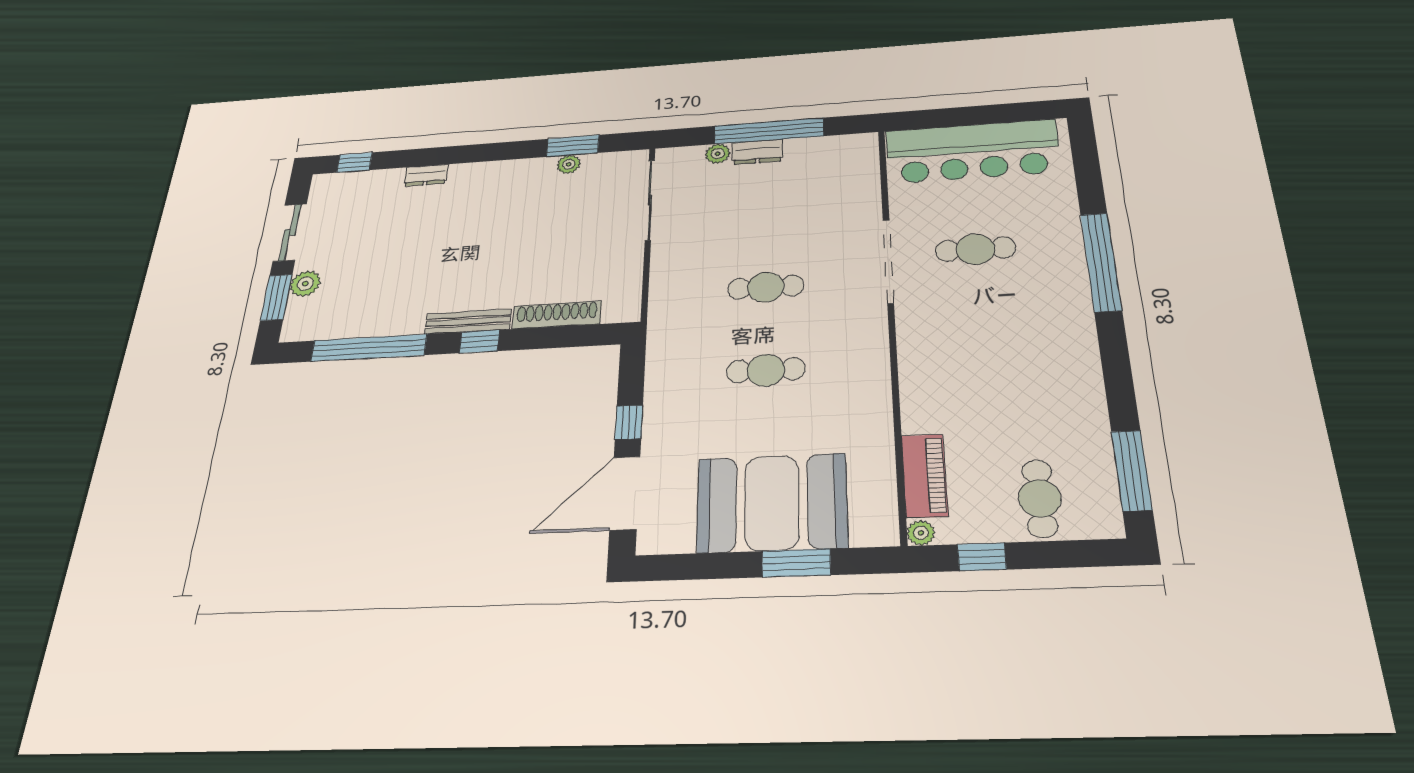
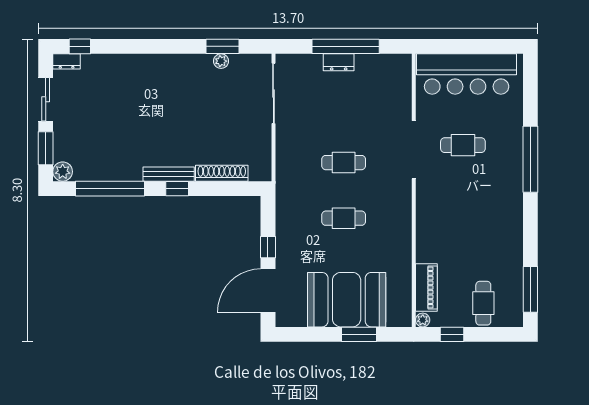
plant: (718, 154) -> (314, 61), removed
dresser: (426, 175) -> (67, 61), moved
plant: (305, 284) -> (63, 172), moved

